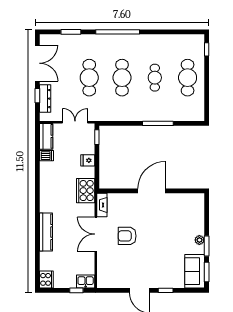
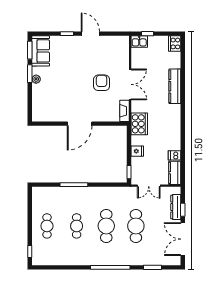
cafe table: (188, 78) -> (47, 226), width x0.73, depth x0.74
armchair: (127, 236) -> (102, 83), turned -90

